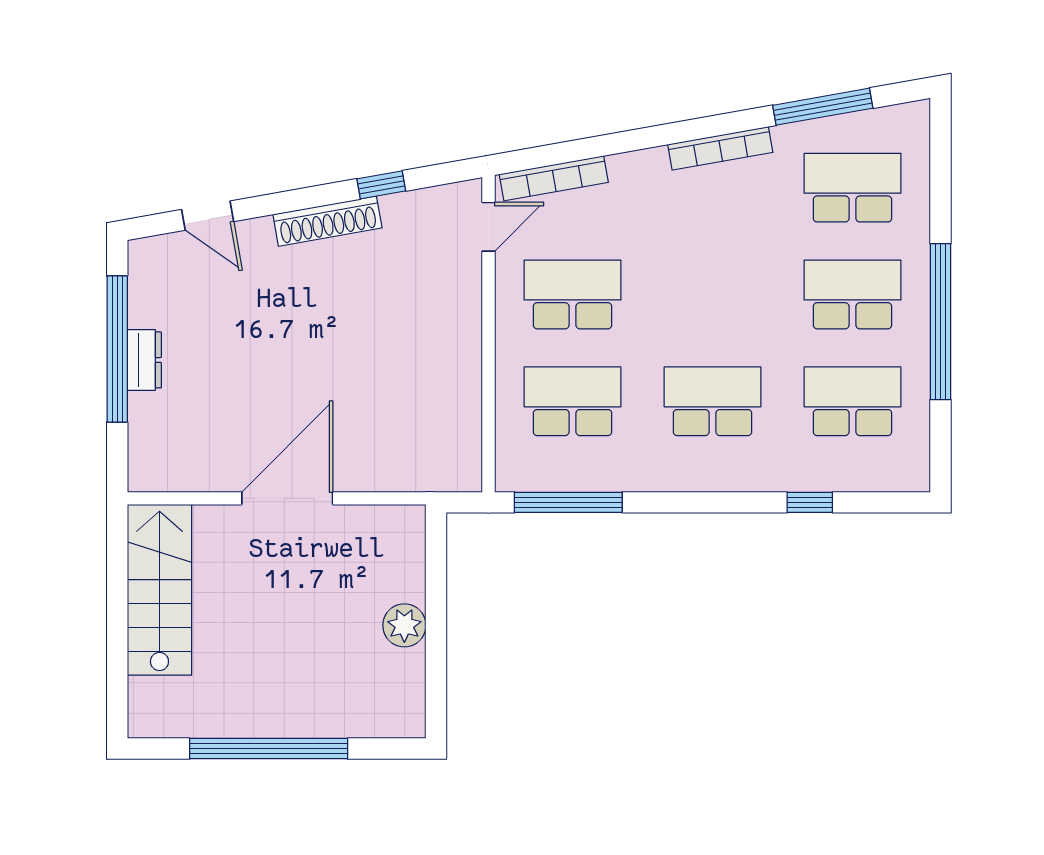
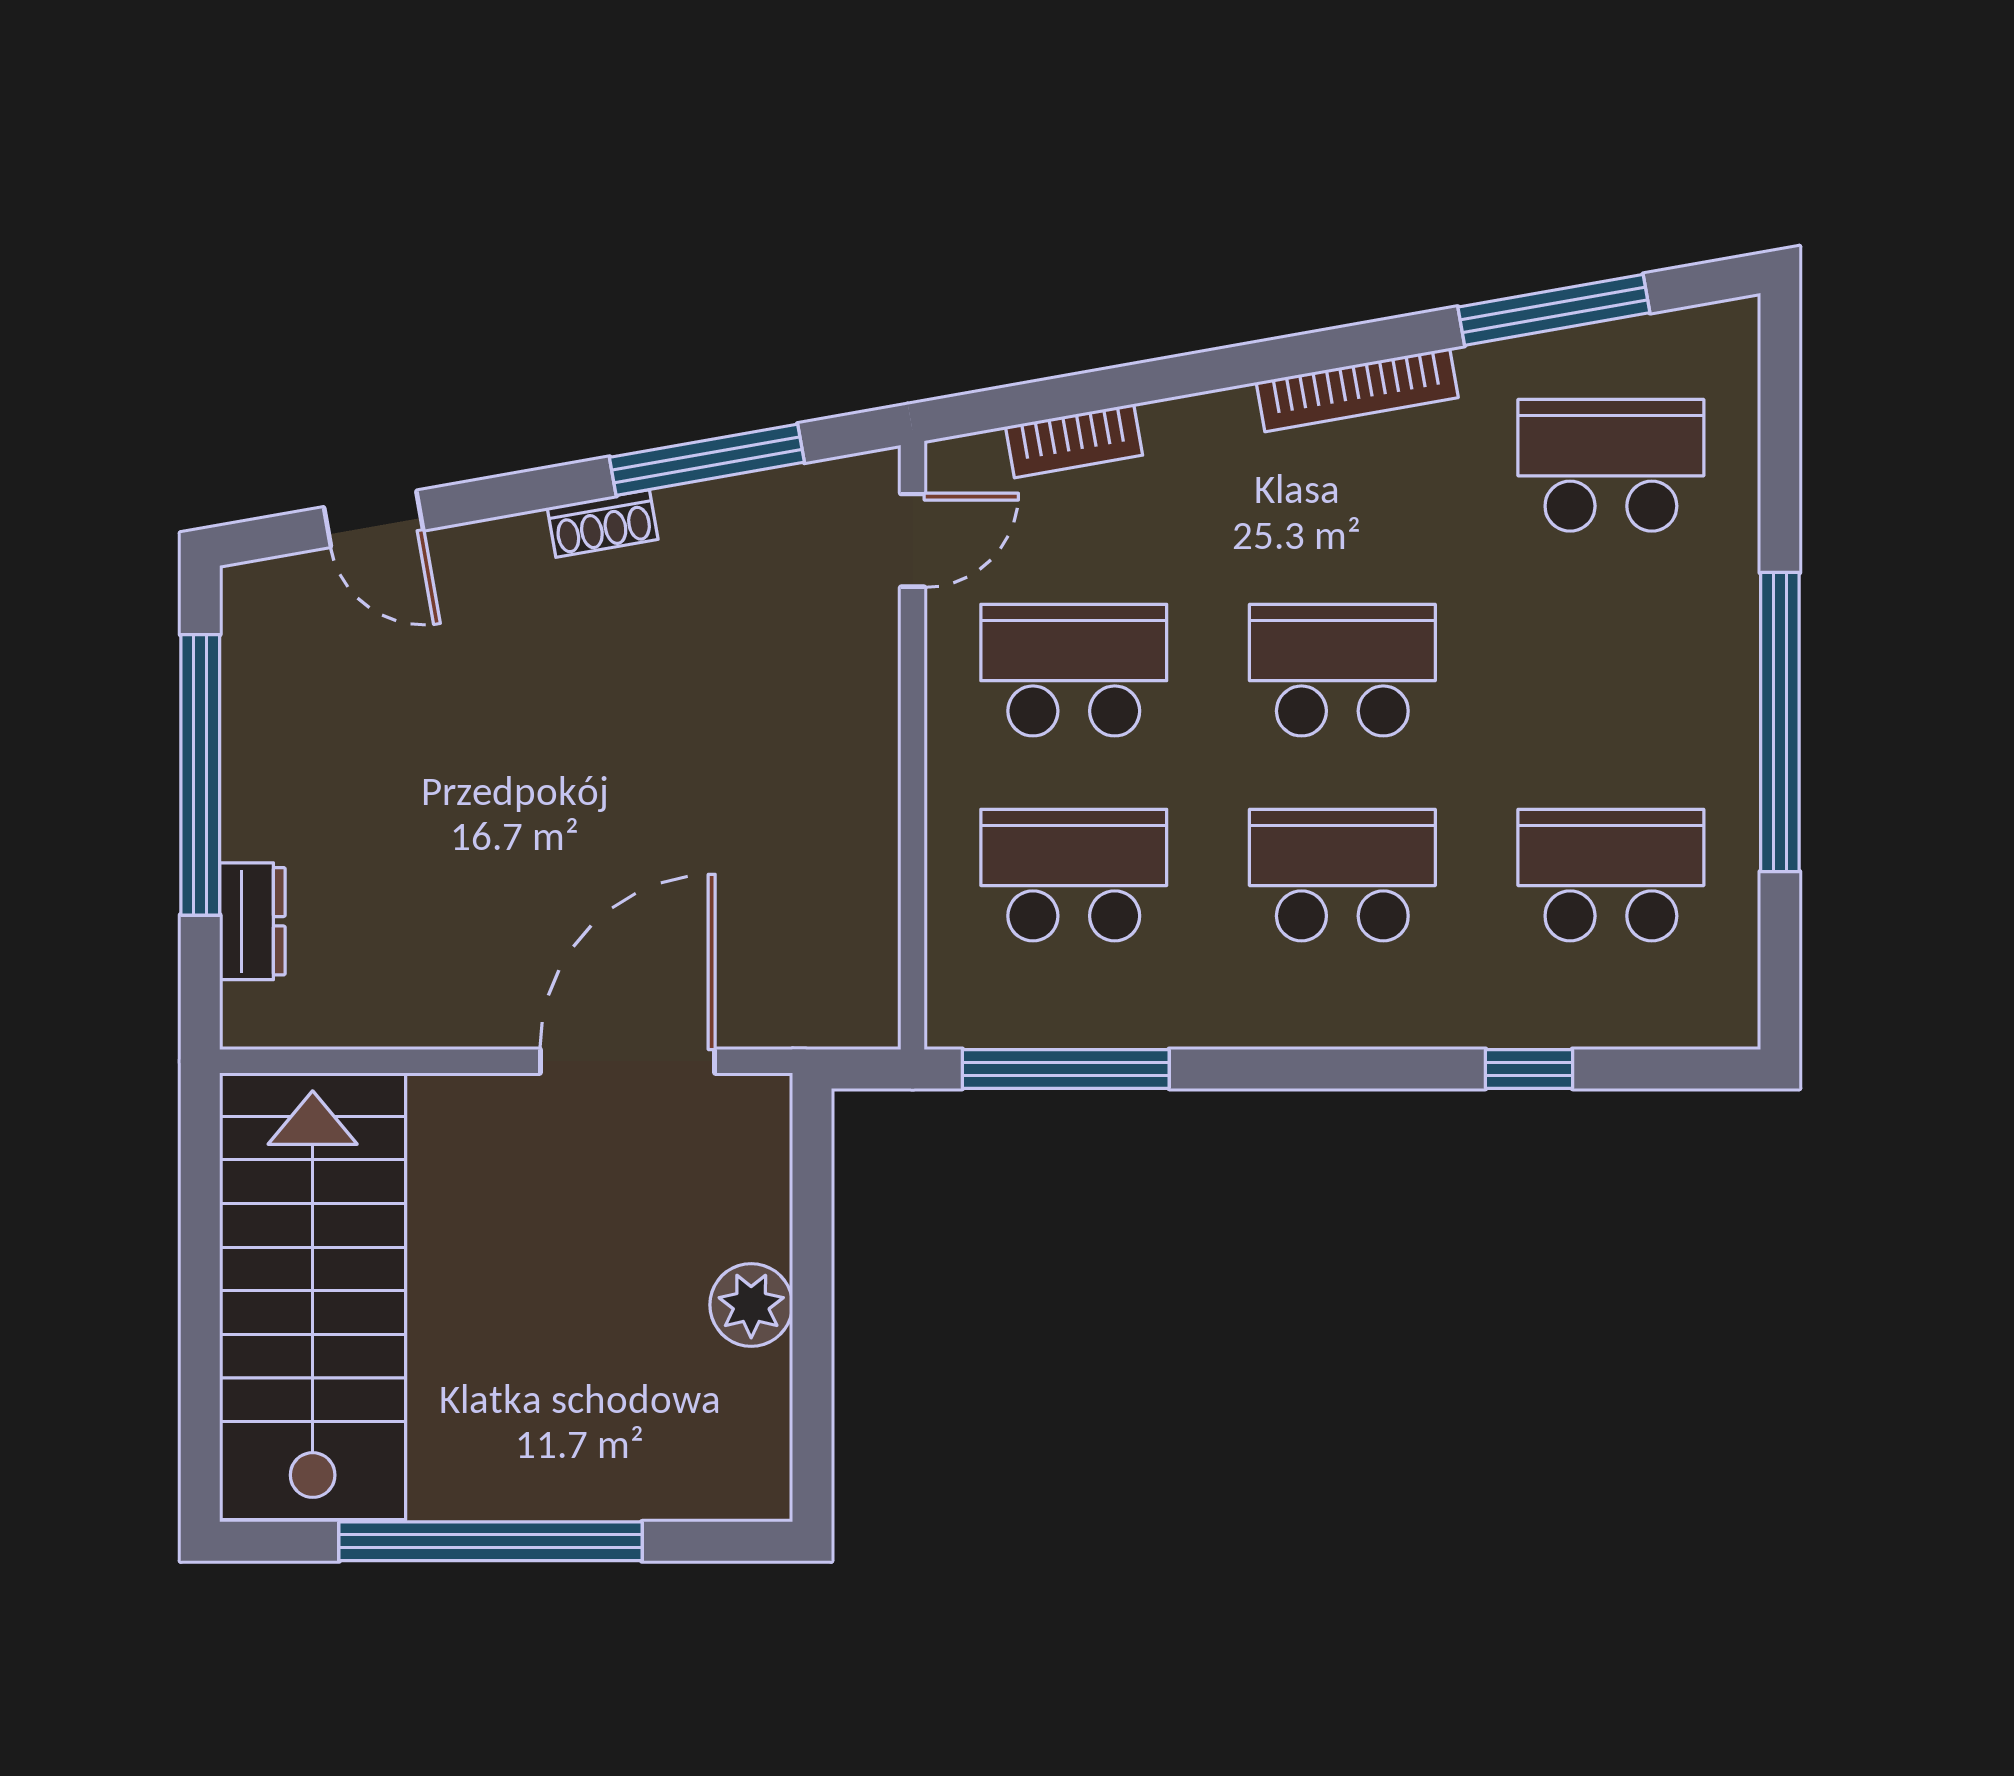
bookcase: (554, 178) -> (1074, 441), width x0.64
window: (381, 185) -> (707, 460), width x2.17
shoe rack: (327, 221) -> (603, 524), width x0.51, depth x0.81
school desk: (852, 294) -> (1342, 670), moved
dresser: (144, 360) -> (252, 921), moved
door: (287, 498) -> (628, 1061), moved
stairs: (159, 590) -> (313, 1296), width x1.36, depth x1.51

